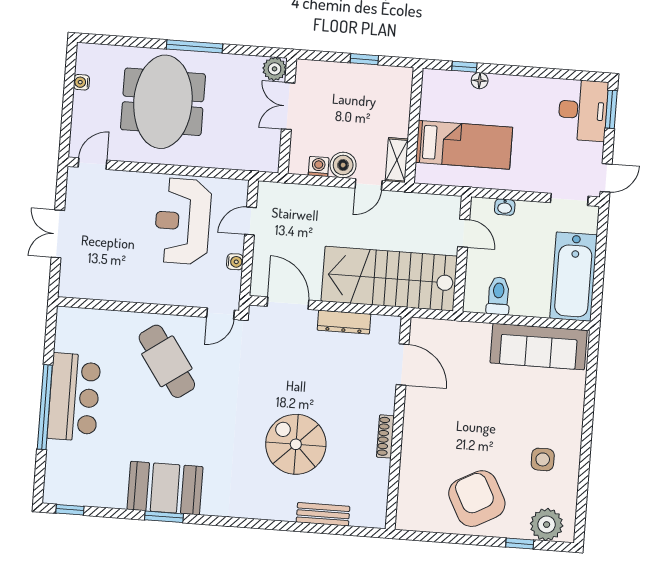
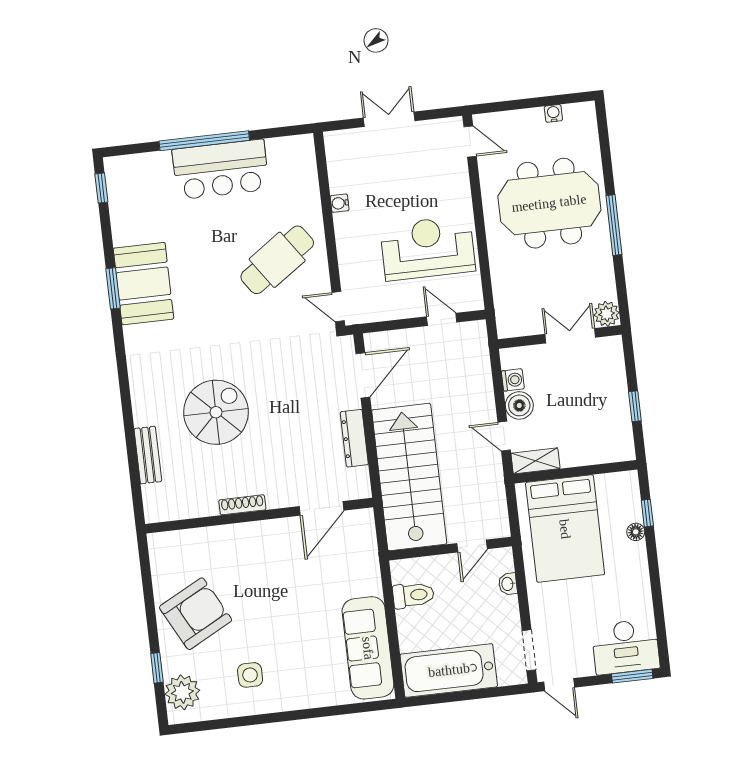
bed: (464, 145) -> (565, 529), width x1.50
water cooler: (235, 262) -> (340, 203), moved, turned 90

